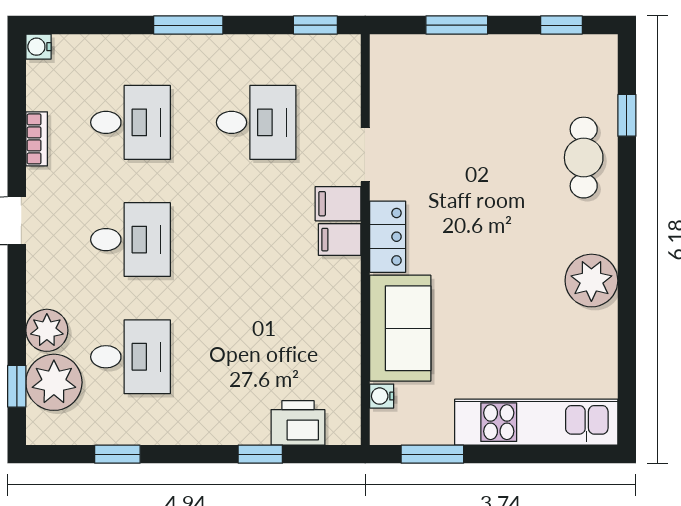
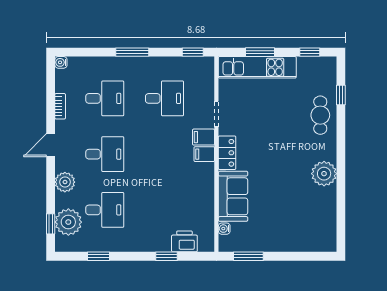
plant: (47, 330) -> (65, 182), moved
kitchen unit: (536, 422) -> (257, 67), moved, turned 180

